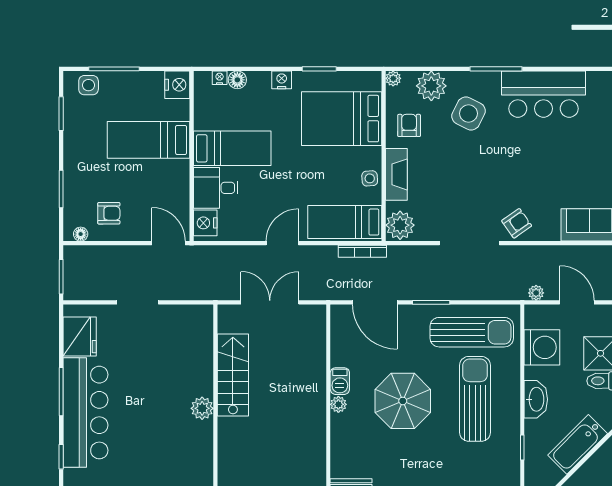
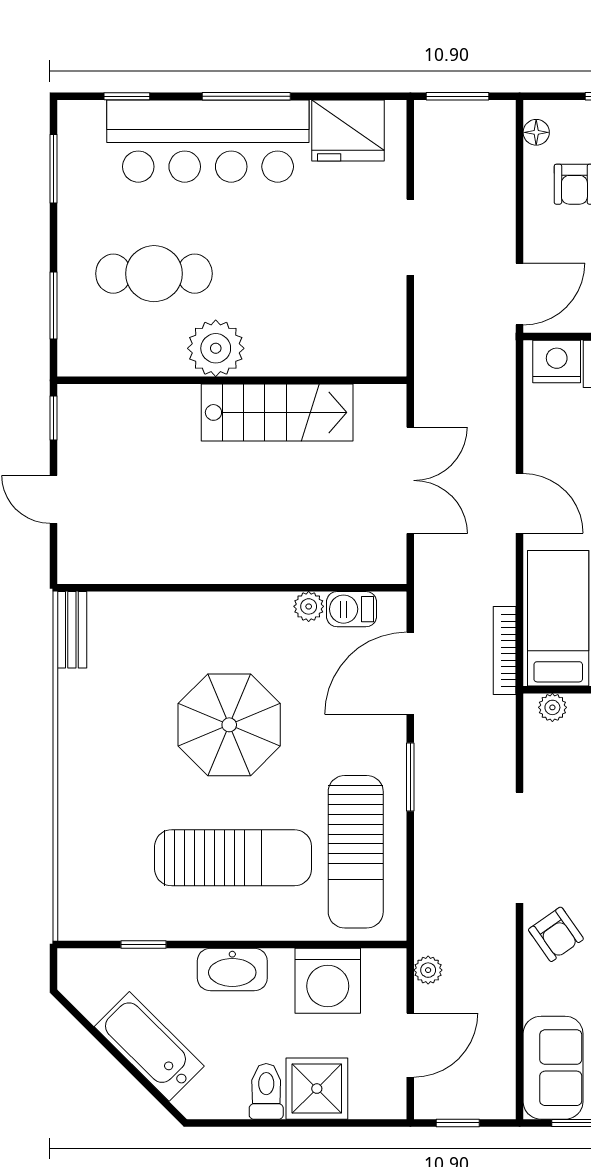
plant: (400, 225) -> (552, 707), width x0.53, depth x0.53
barbecue: (340, 381) -> (352, 609), moved
plant: (338, 404) -> (309, 606), moved
plant: (202, 408) -> (216, 348), width x1.36, depth x1.36
cafe table: (157, 442) -> (154, 274), added

